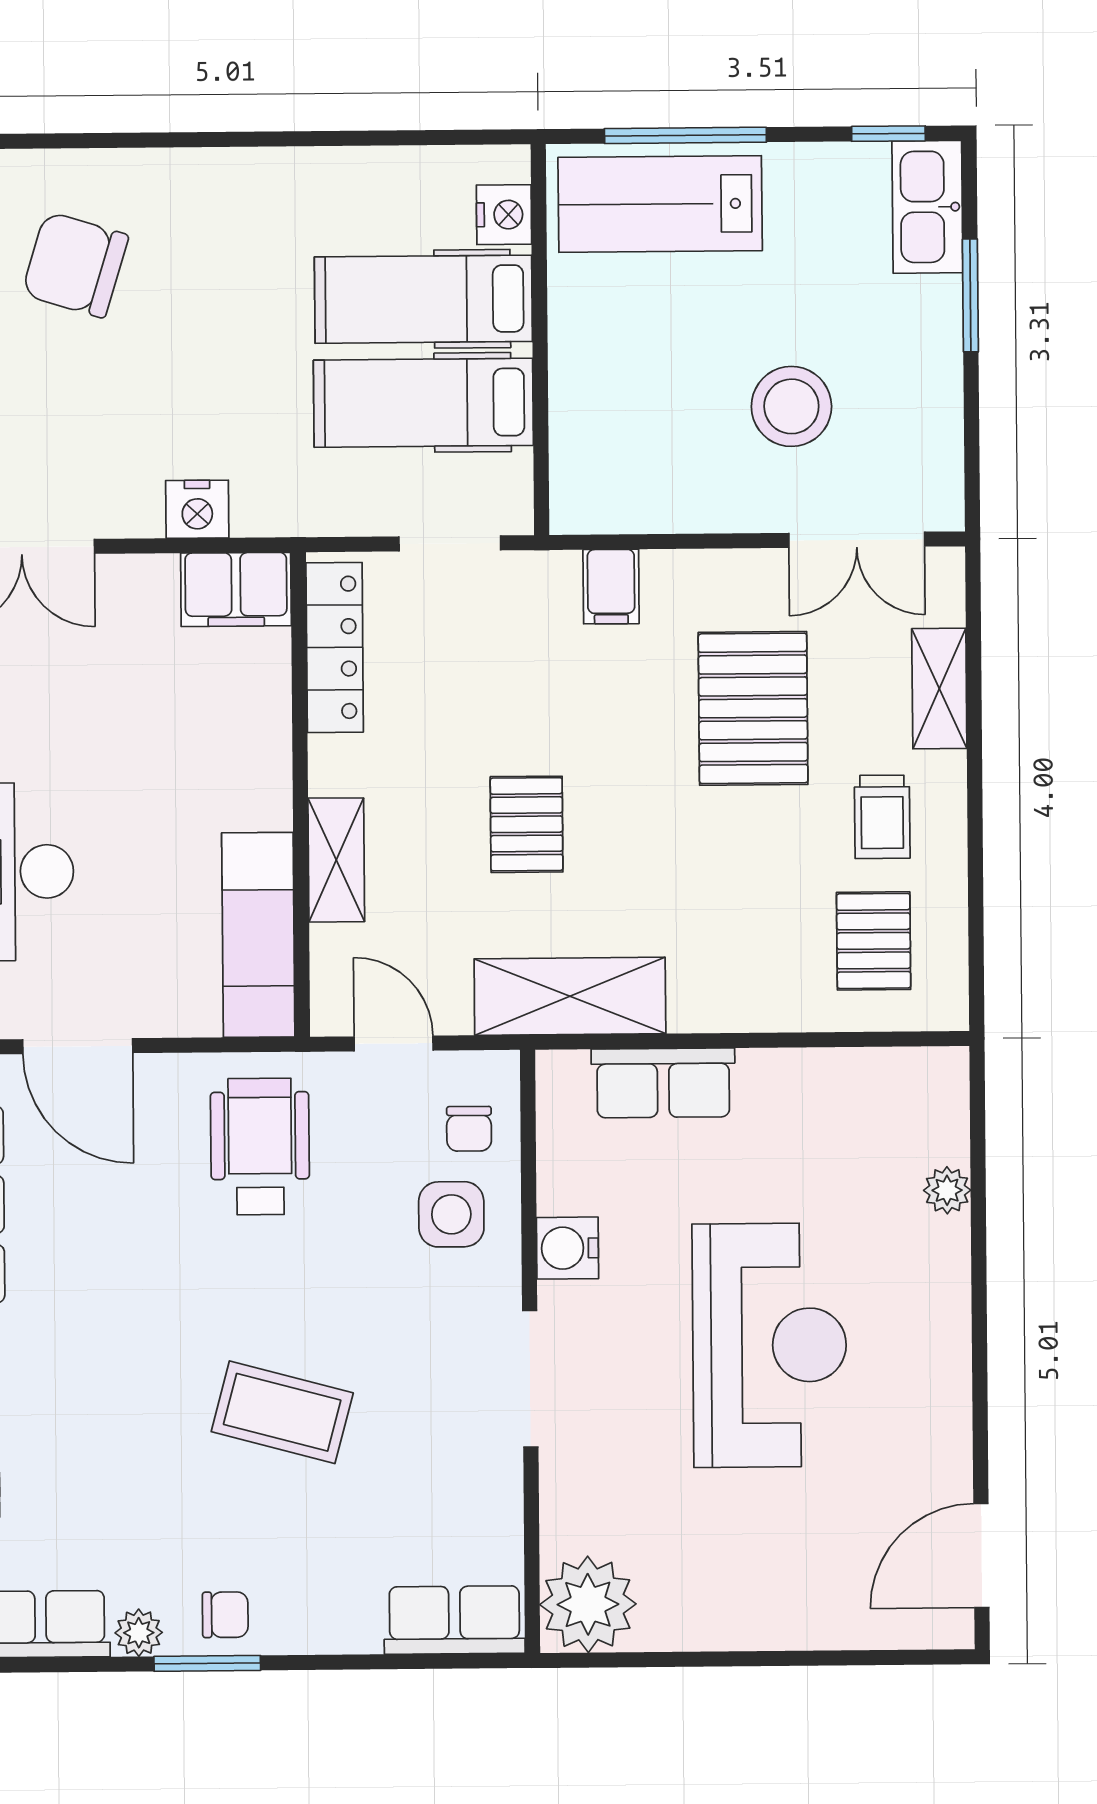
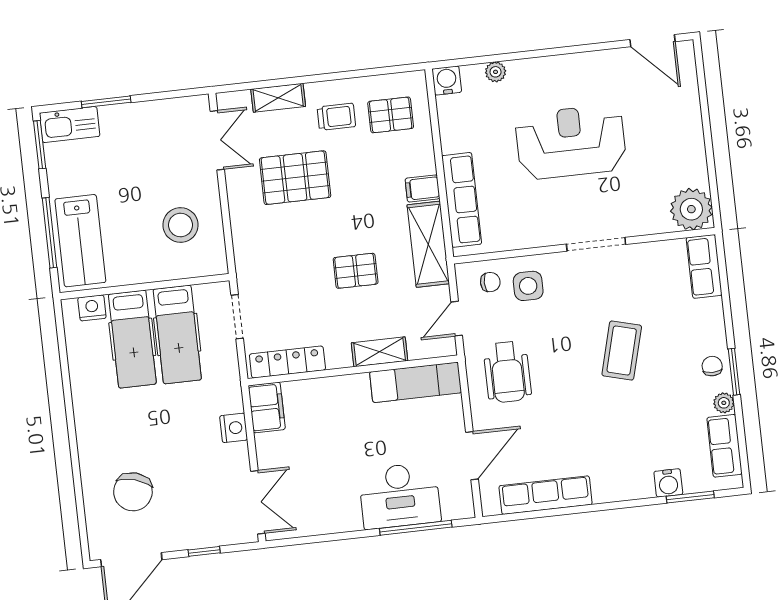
window: (888, 134) -> (40, 145), width x1.50
stool: (791, 406) -> (181, 225), moved
filing cabinet: (611, 587) -> (422, 188), moved, turned 180
row of seats: (663, 1083) -> (462, 200), width x1.48
wheelchair: (260, 1146) -> (507, 372), turned -90
water cooler: (567, 1248) -> (447, 80), moved, turned 180

